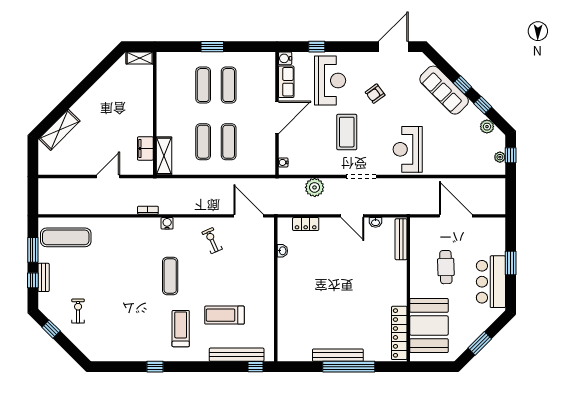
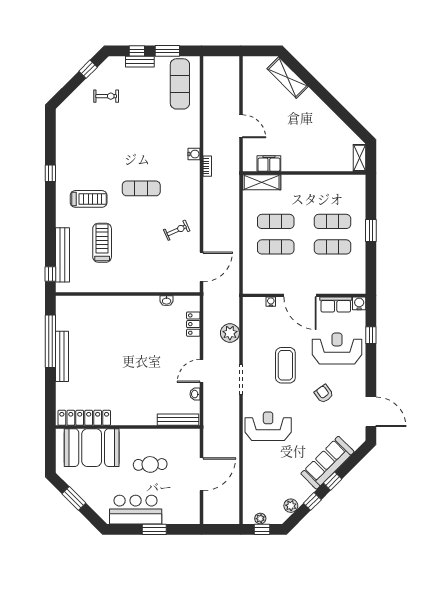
reception desk: (330, 81) -> (337, 348), turned 180
coffee table: (347, 132) -> (285, 365), turned 90
water cooler: (283, 162) -> (271, 302), moved
water cooler: (167, 223) -> (194, 154), moved
window: (349, 367) -> (50, 341), moved

